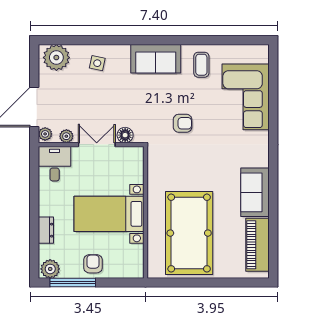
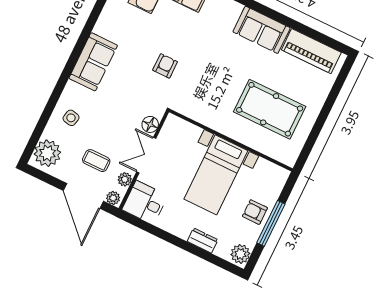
coffee table: (201, 65) -> (96, 161), moved
pool table: (189, 233) -> (270, 109), width x0.73, depth x0.76
window: (73, 283) -> (271, 223), moved

